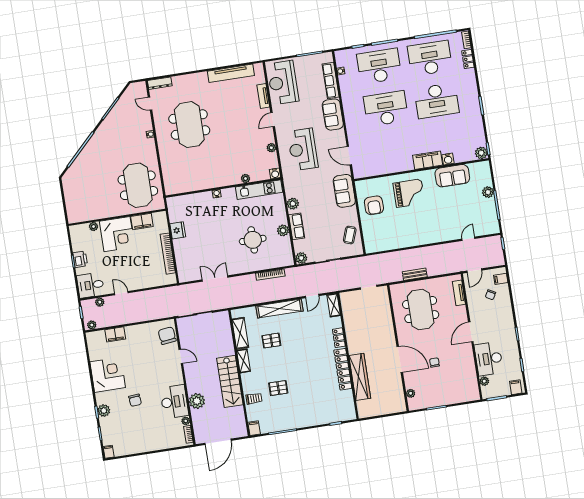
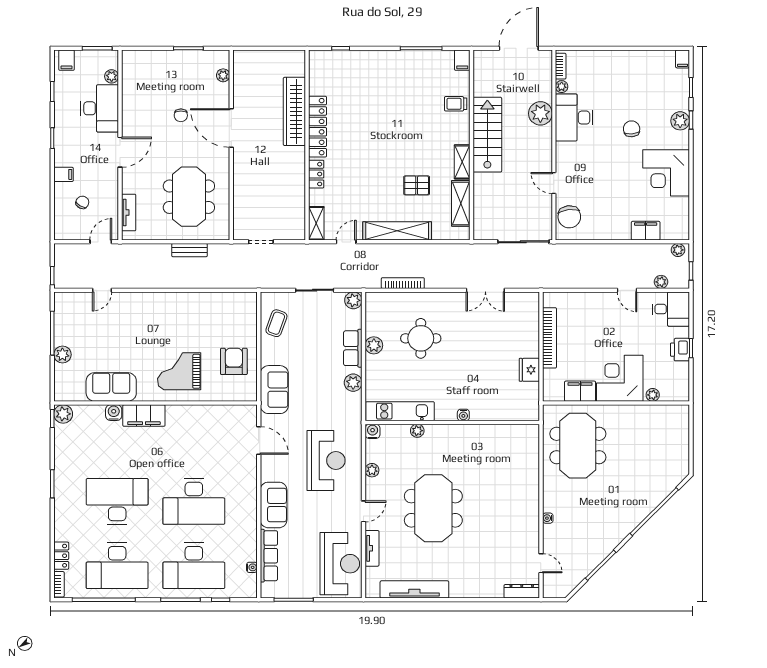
meeting table: (189, 125) -> (433, 508), moved
filing cabinet: (501, 279) -> (64, 174), moved
pallet: (278, 388) -> (417, 114), removed

